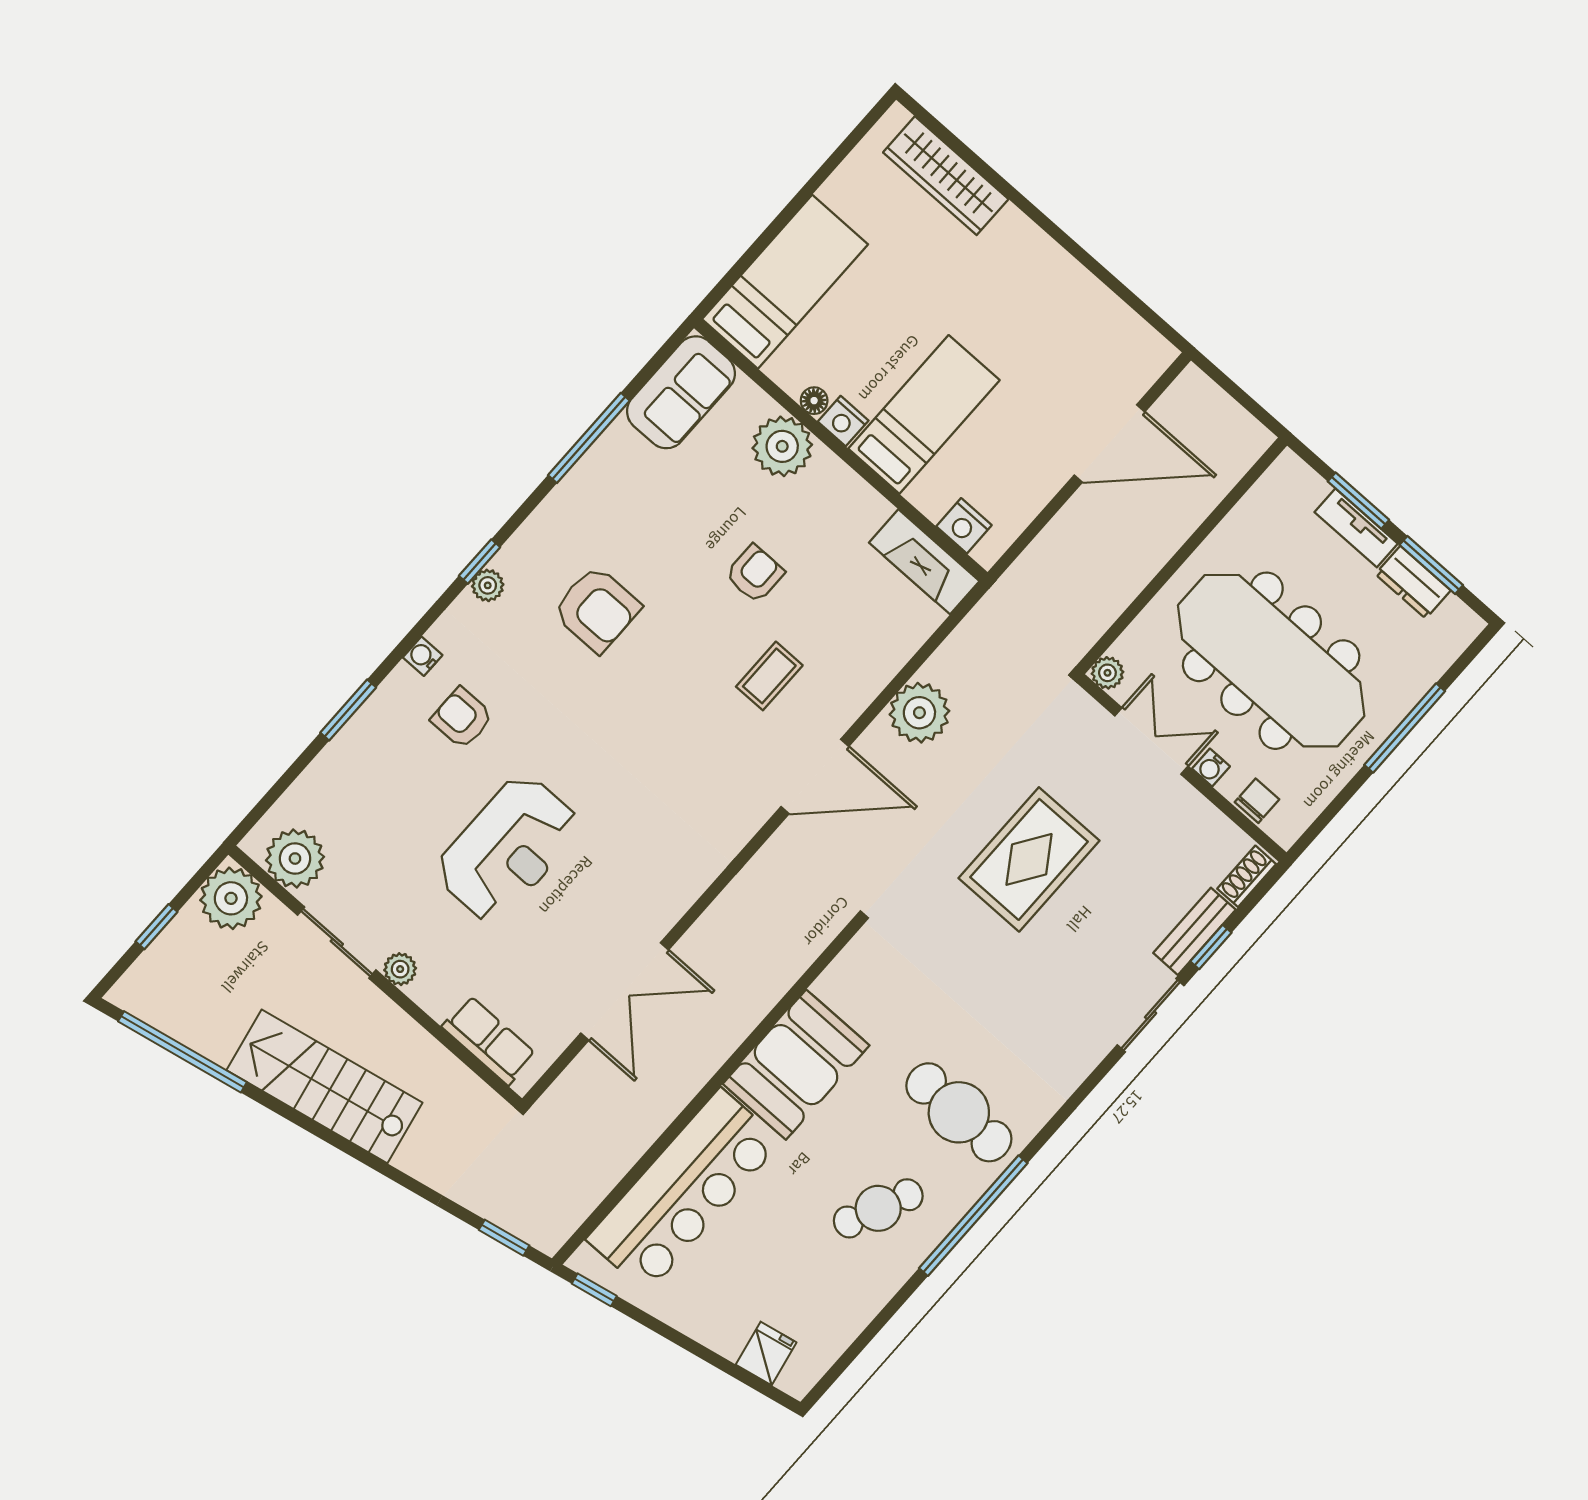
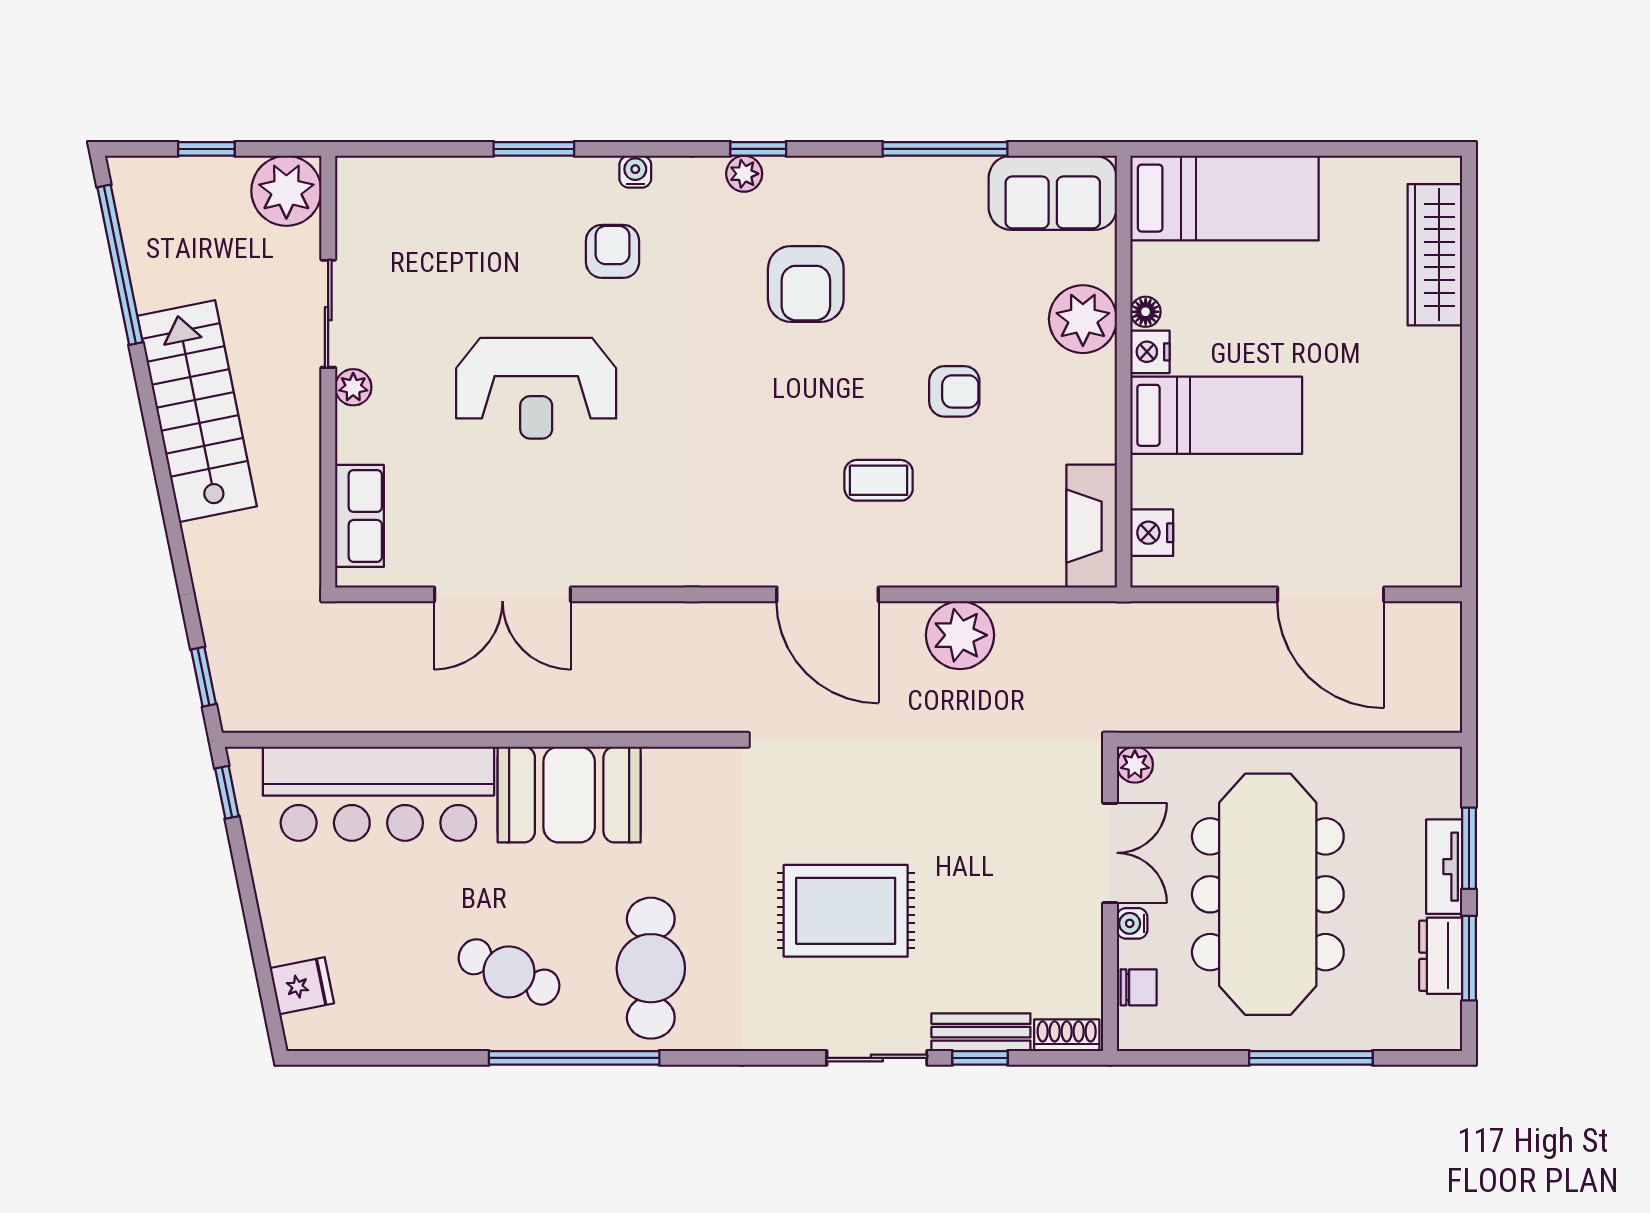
plant: (295, 859) -> (368, 215), removed
rug: (1029, 859) -> (846, 911), moved

